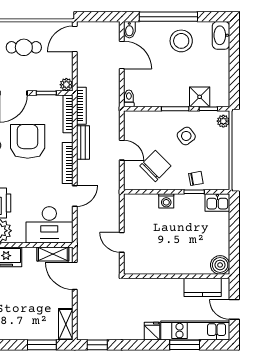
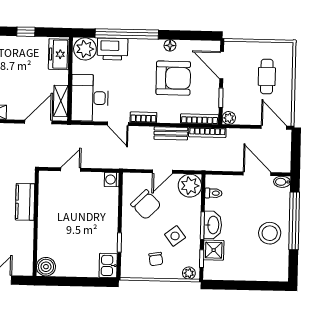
washbasin: (221, 35) -> (213, 225), moved, turned 90
door: (122, 55) -> (257, 174), swing flipped
toilet: (129, 98) -> (213, 193), moved
plant: (135, 122) -> (190, 186), added
bookcase: (68, 163) -> (143, 117), width x0.64
chair: (196, 178) -> (156, 259), moved
washing machine: (166, 201) -> (112, 180), moved
kitchen counter: (203, 287) -> (25, 202), moved

